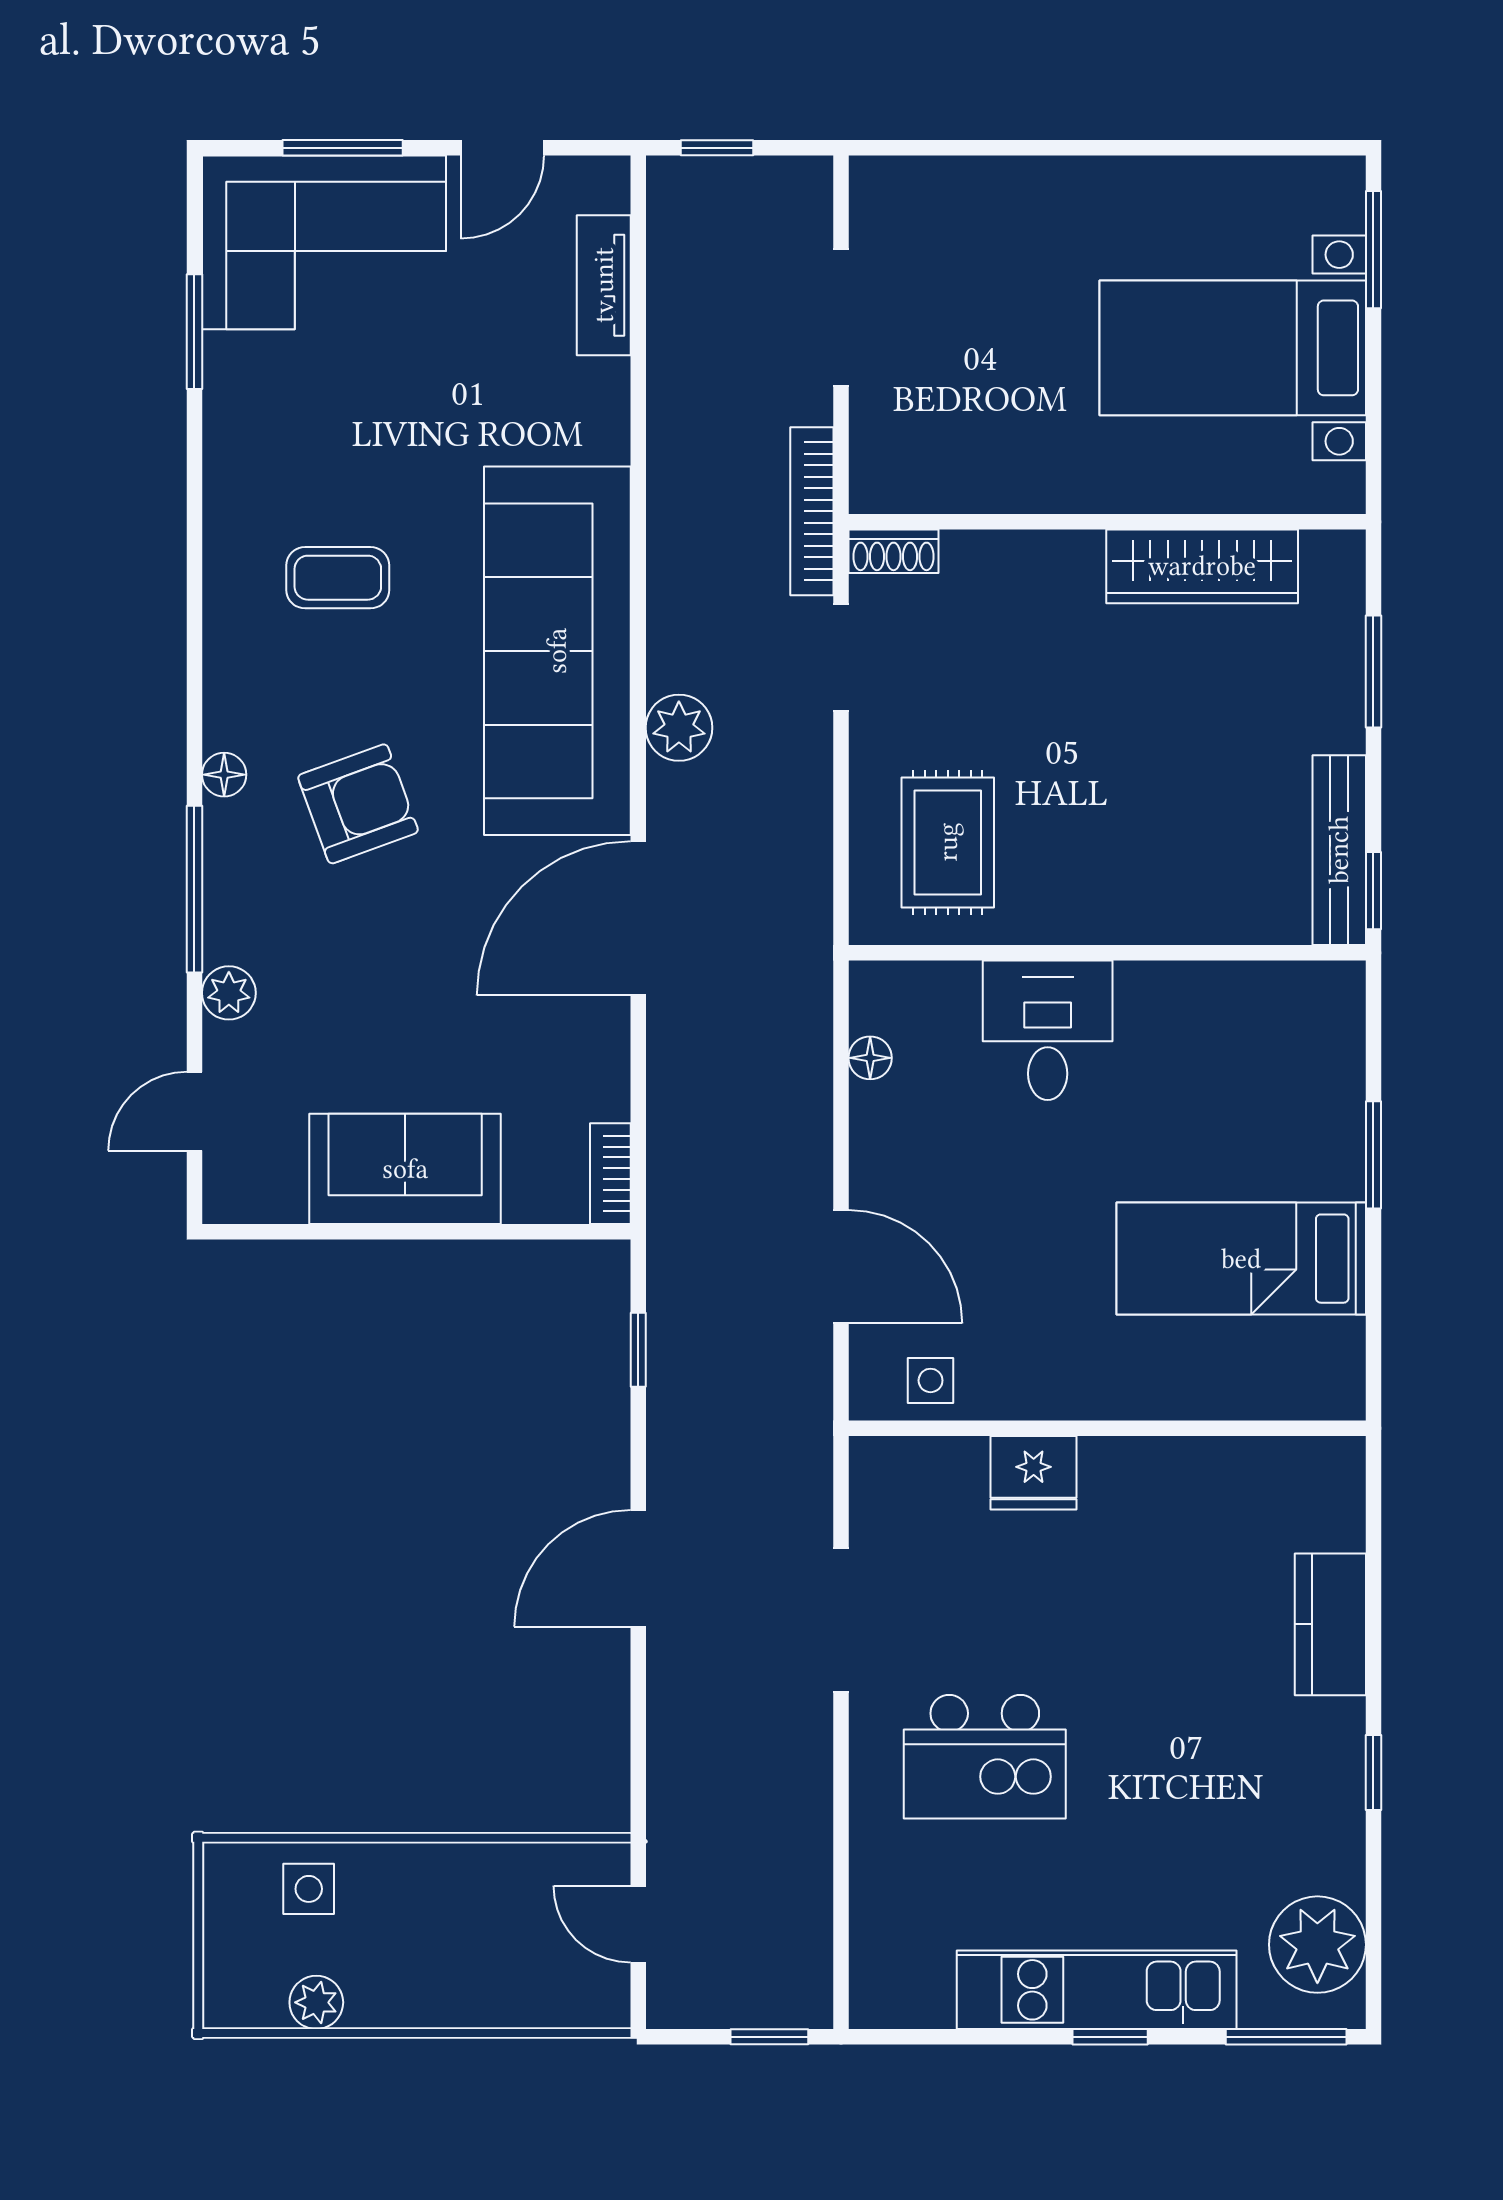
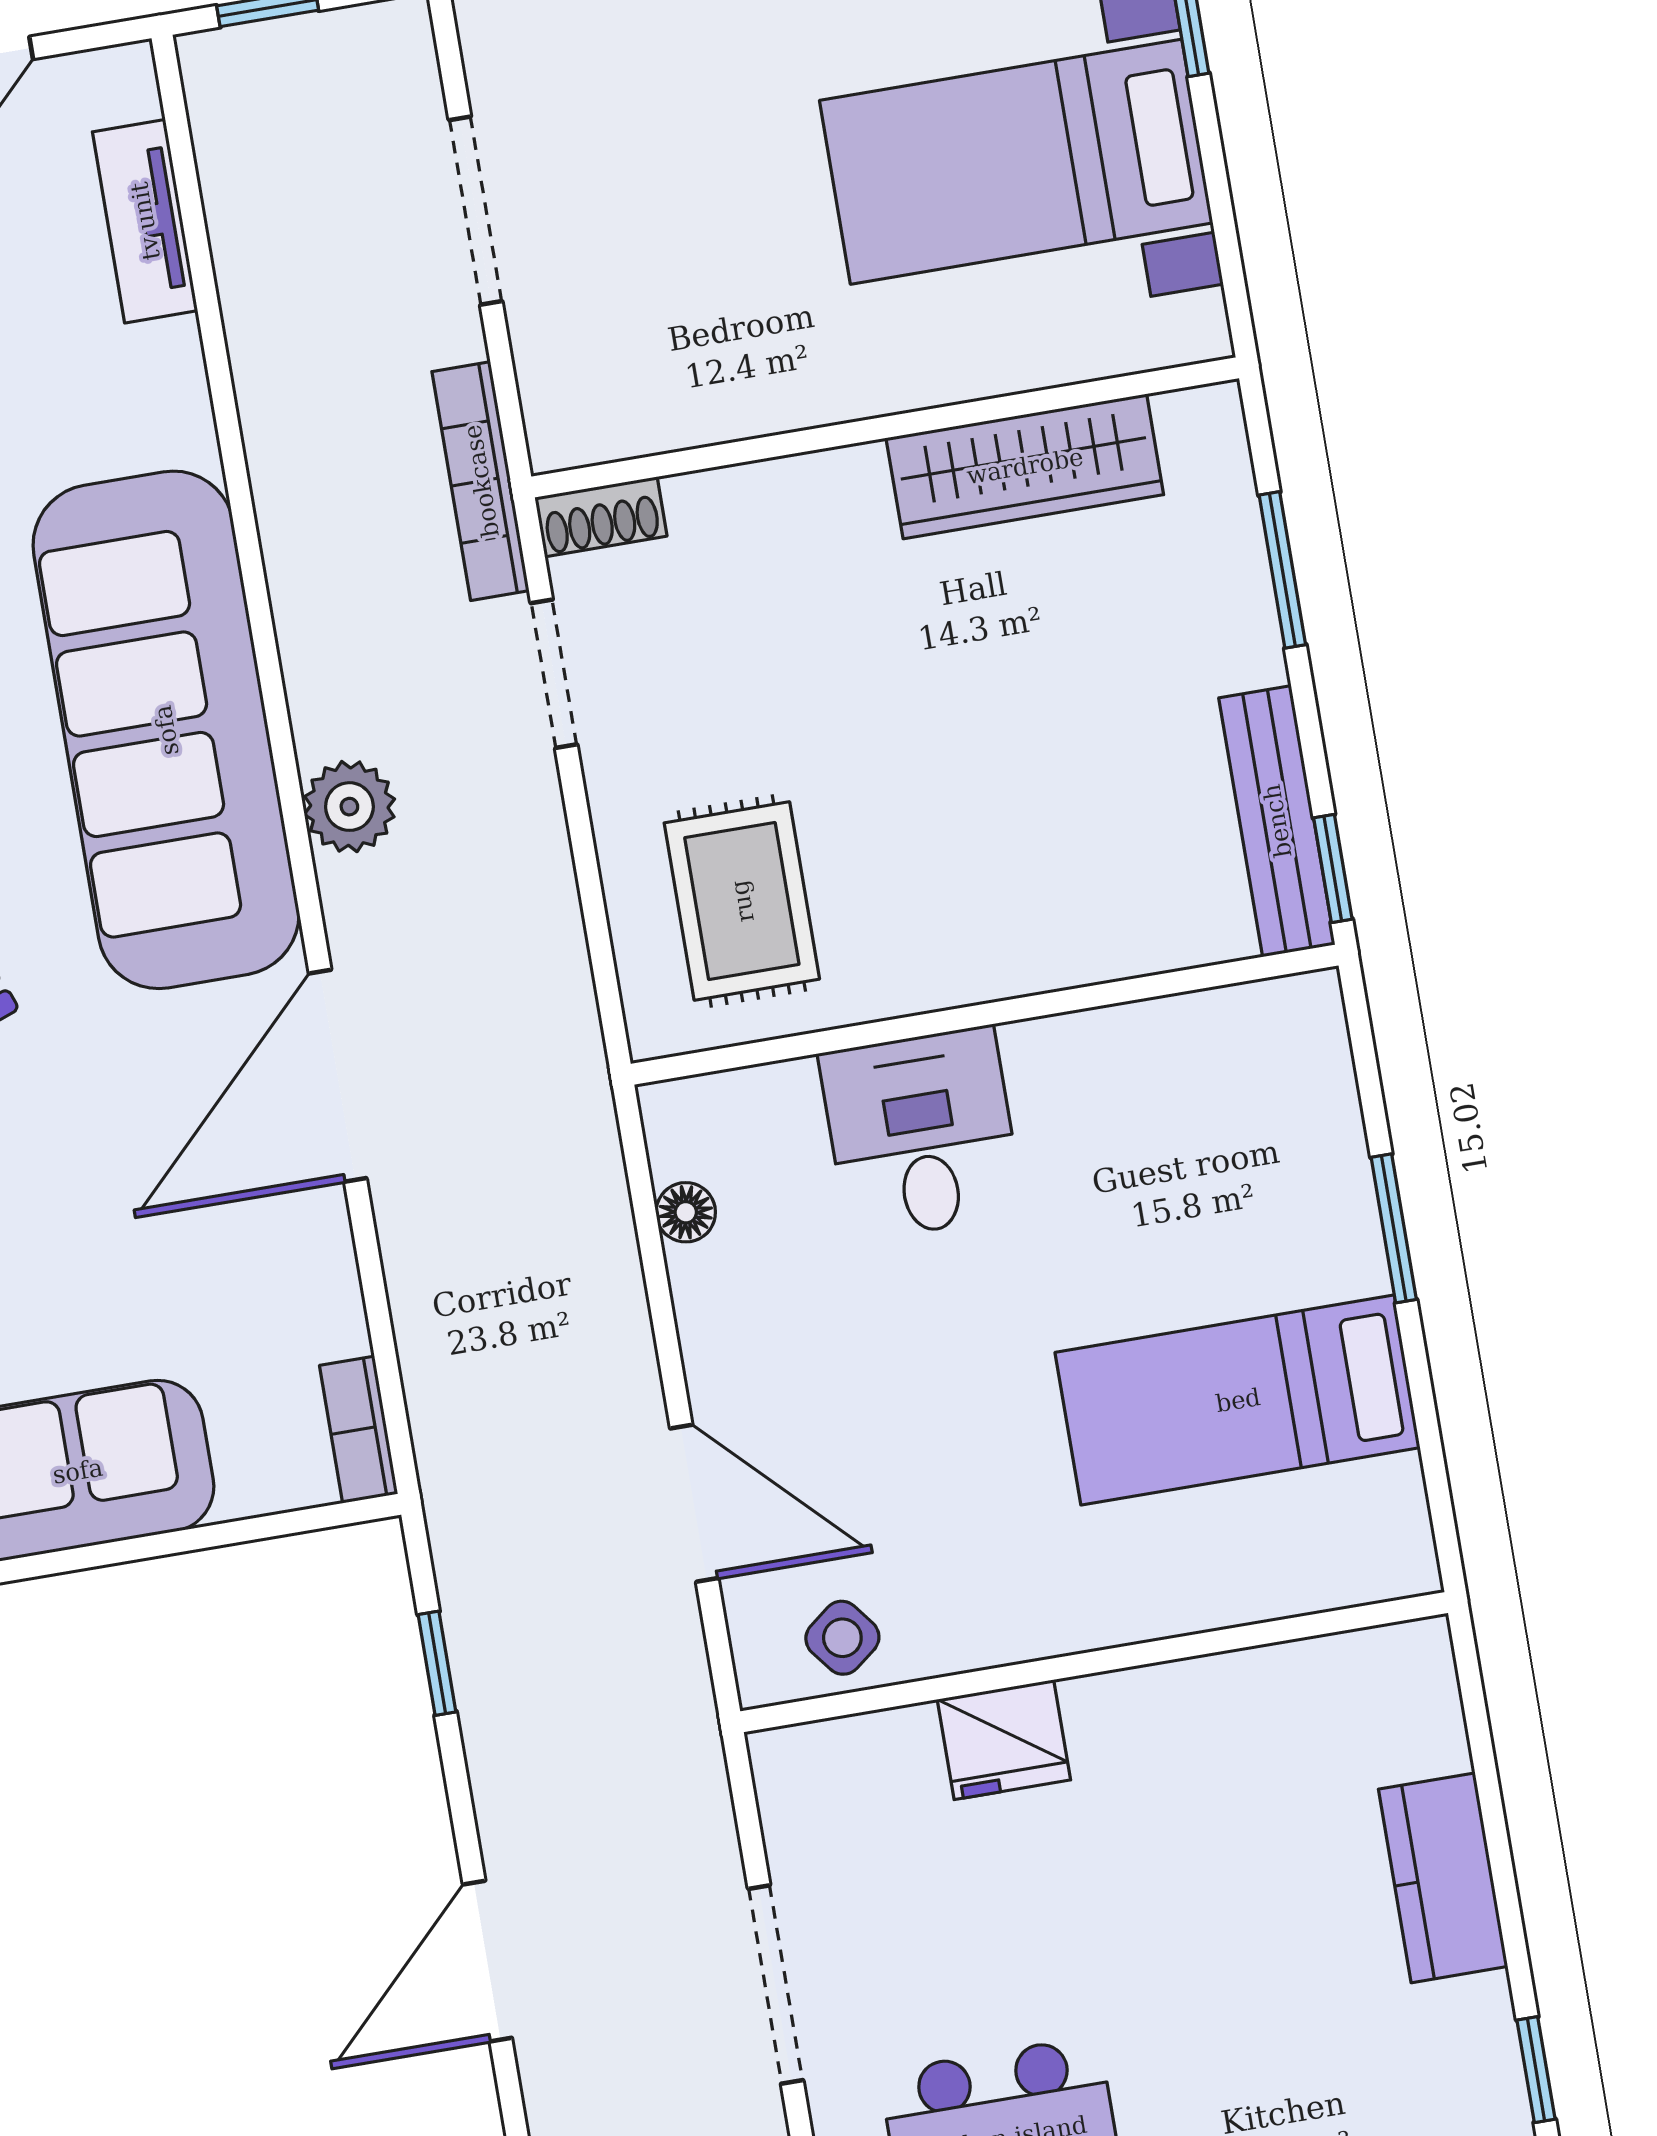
side table: (931, 1380) -> (842, 1638), turned -38

